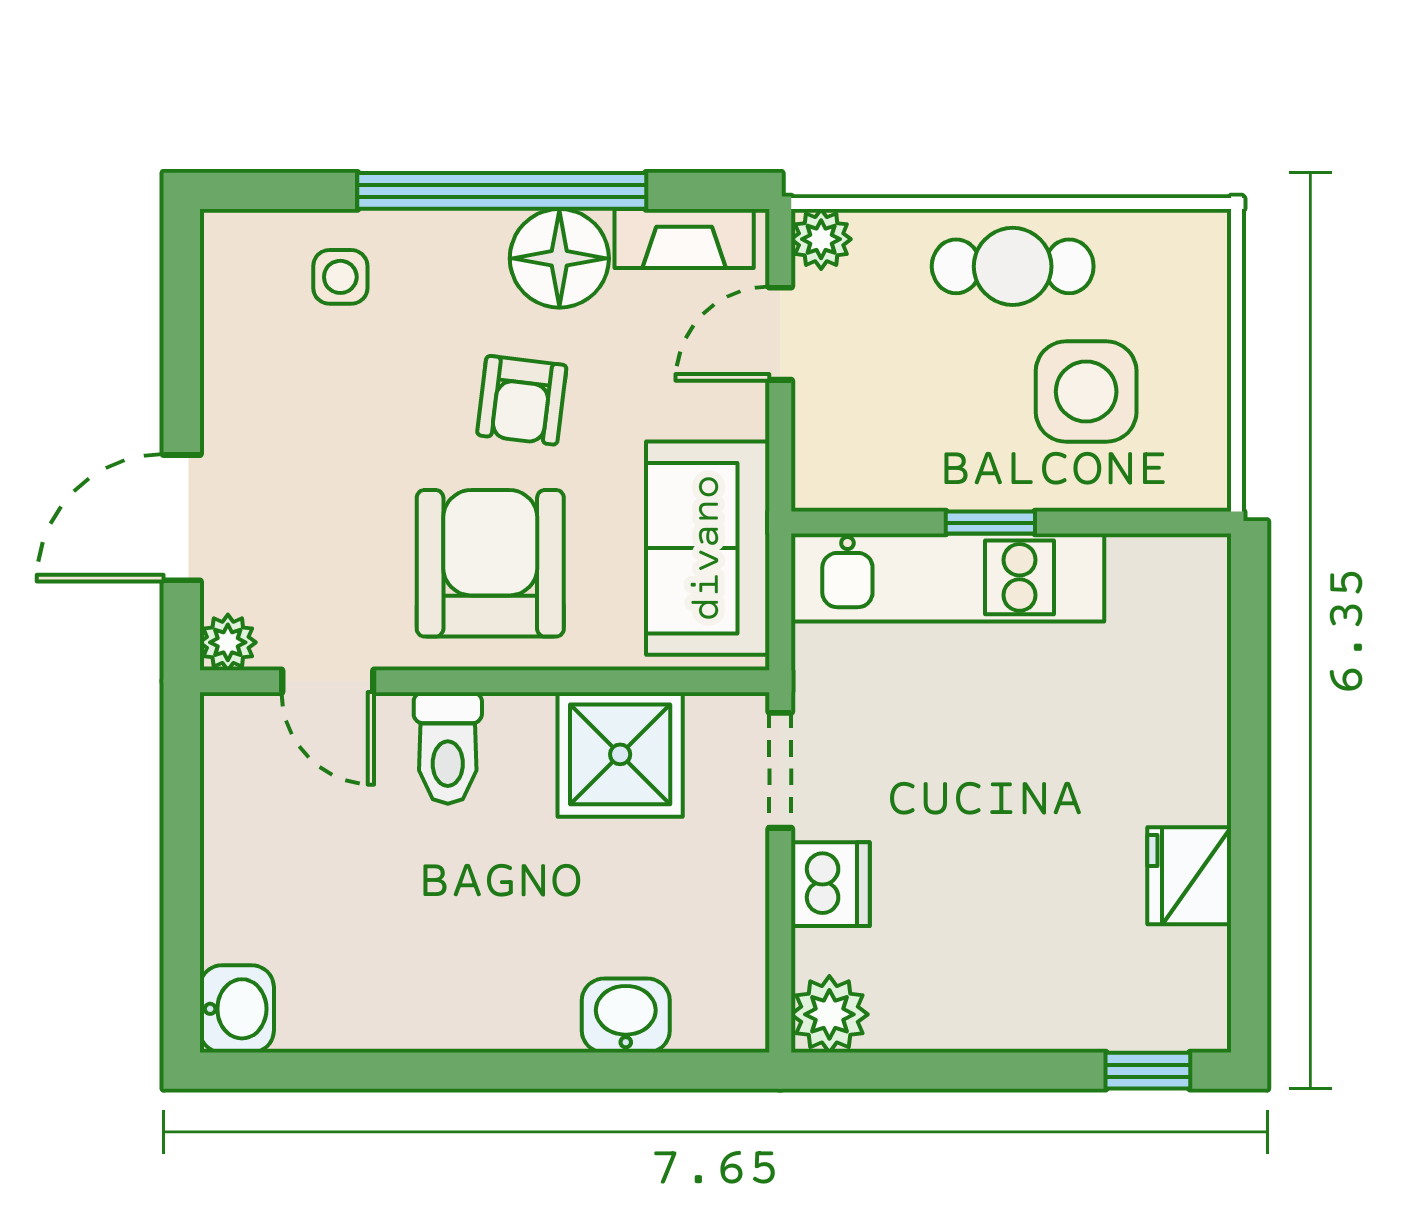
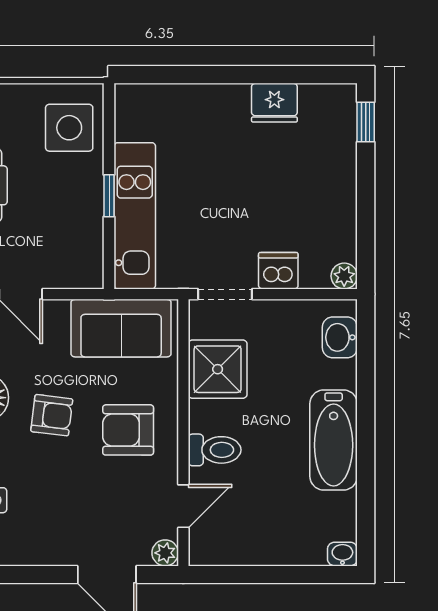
side table: (1086, 392) -> (69, 128), moved
armchair: (490, 563) -> (128, 430), width x0.73, depth x0.73
bathtub: (469, 1002) -> (334, 440), added
washbasin: (237, 1009) -> (342, 554), width x0.72, depth x0.69
plant: (829, 1014) -> (344, 276), width x0.73, depth x0.73
washbasin: (626, 1015) -> (340, 337), moved

